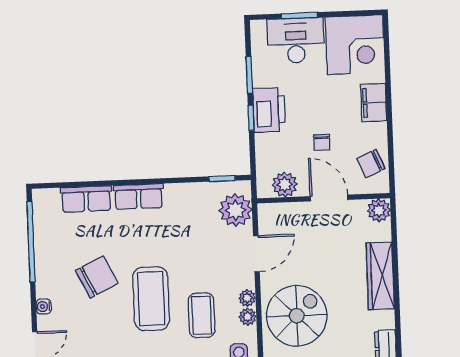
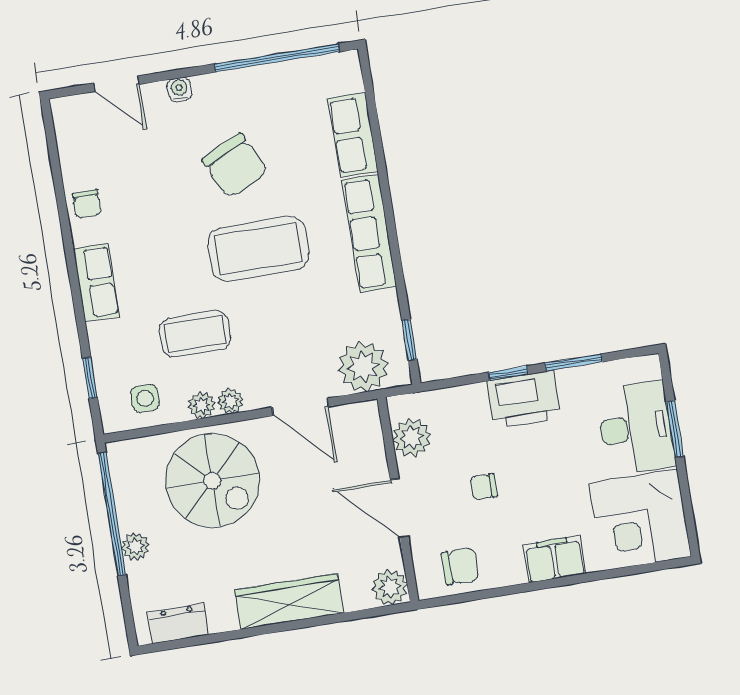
chair: (371, 164) -> (460, 566), turned 113
row of seats: (139, 196) -> (369, 233), width x1.48
door: (329, 198) -> (399, 508), swing flipped
coffee table: (151, 299) -> (258, 249), moved

